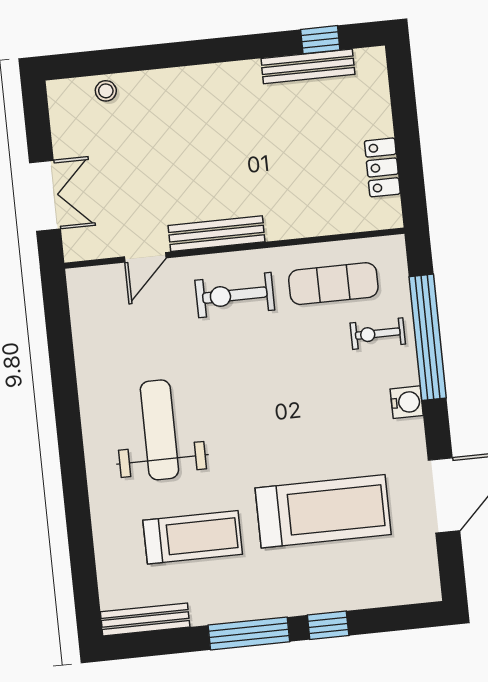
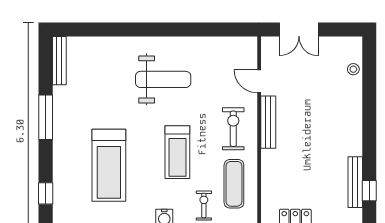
treadmill: (193, 537) -> (177, 152), moved
window: (328, 625) -> (46, 193), moved

